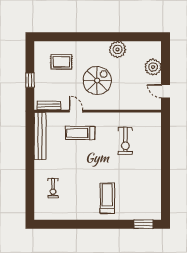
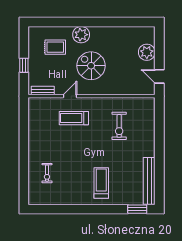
plant: (118, 49) -> (81, 35), moved
spiral stairs: (97, 81) -> (91, 66), turned -90
door: (76, 111) -> (70, 96), hinge flipped
bench: (40, 136) -> (149, 181), moved

